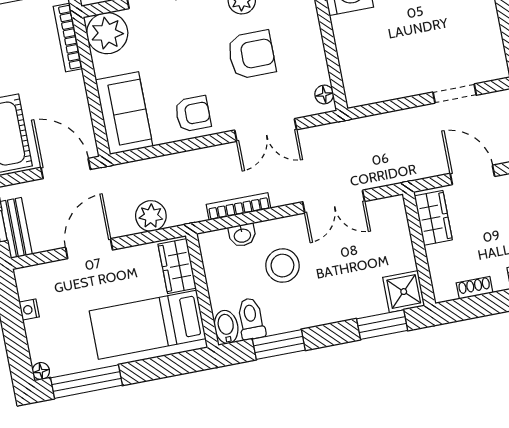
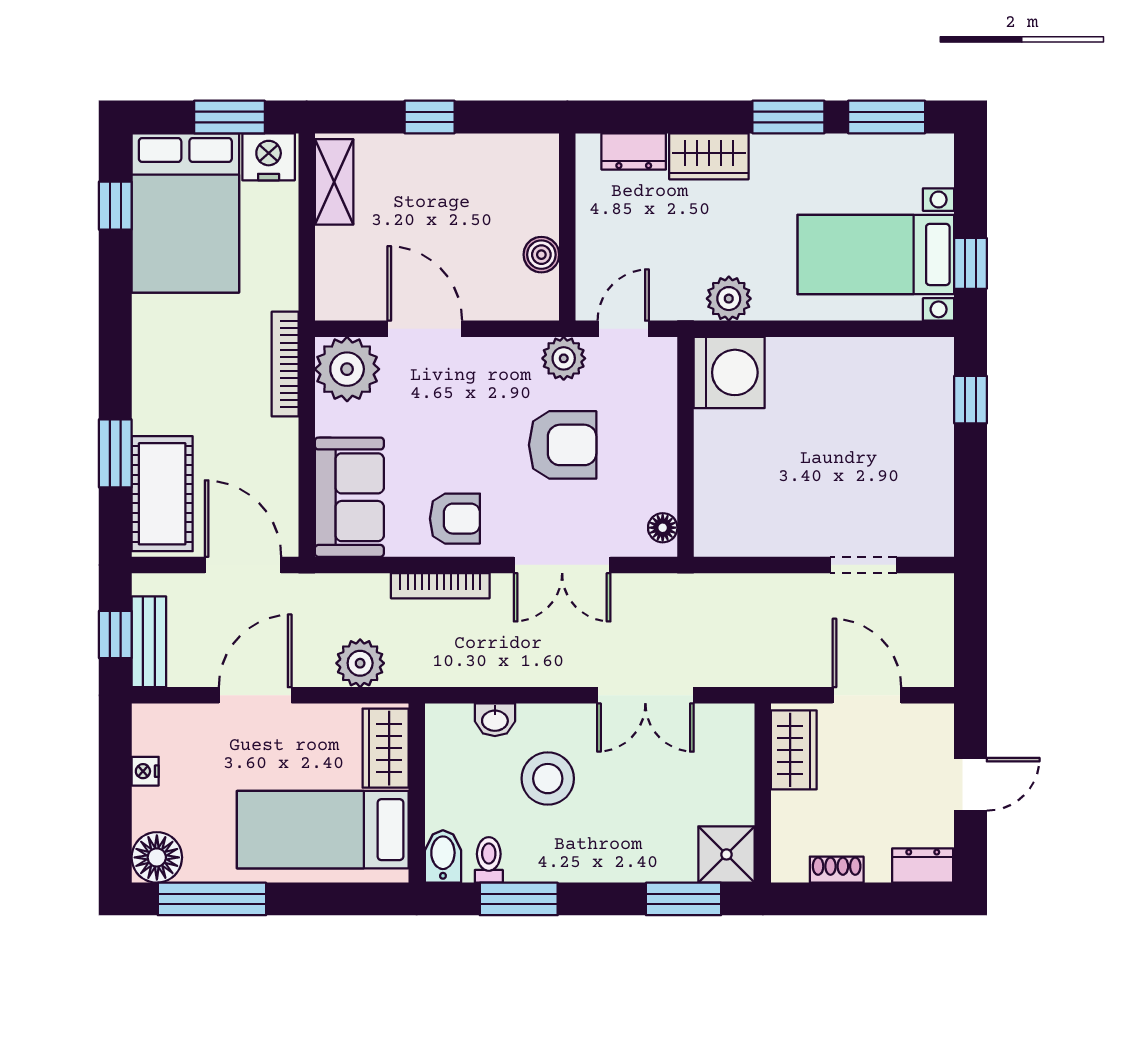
bookcase: (238, 206) -> (440, 586), moved, turned 180
toilet: (251, 319) -> (489, 860), width x0.73, depth x0.72
floor lamp: (41, 371) -> (157, 857), width x1.89, depth x1.89

